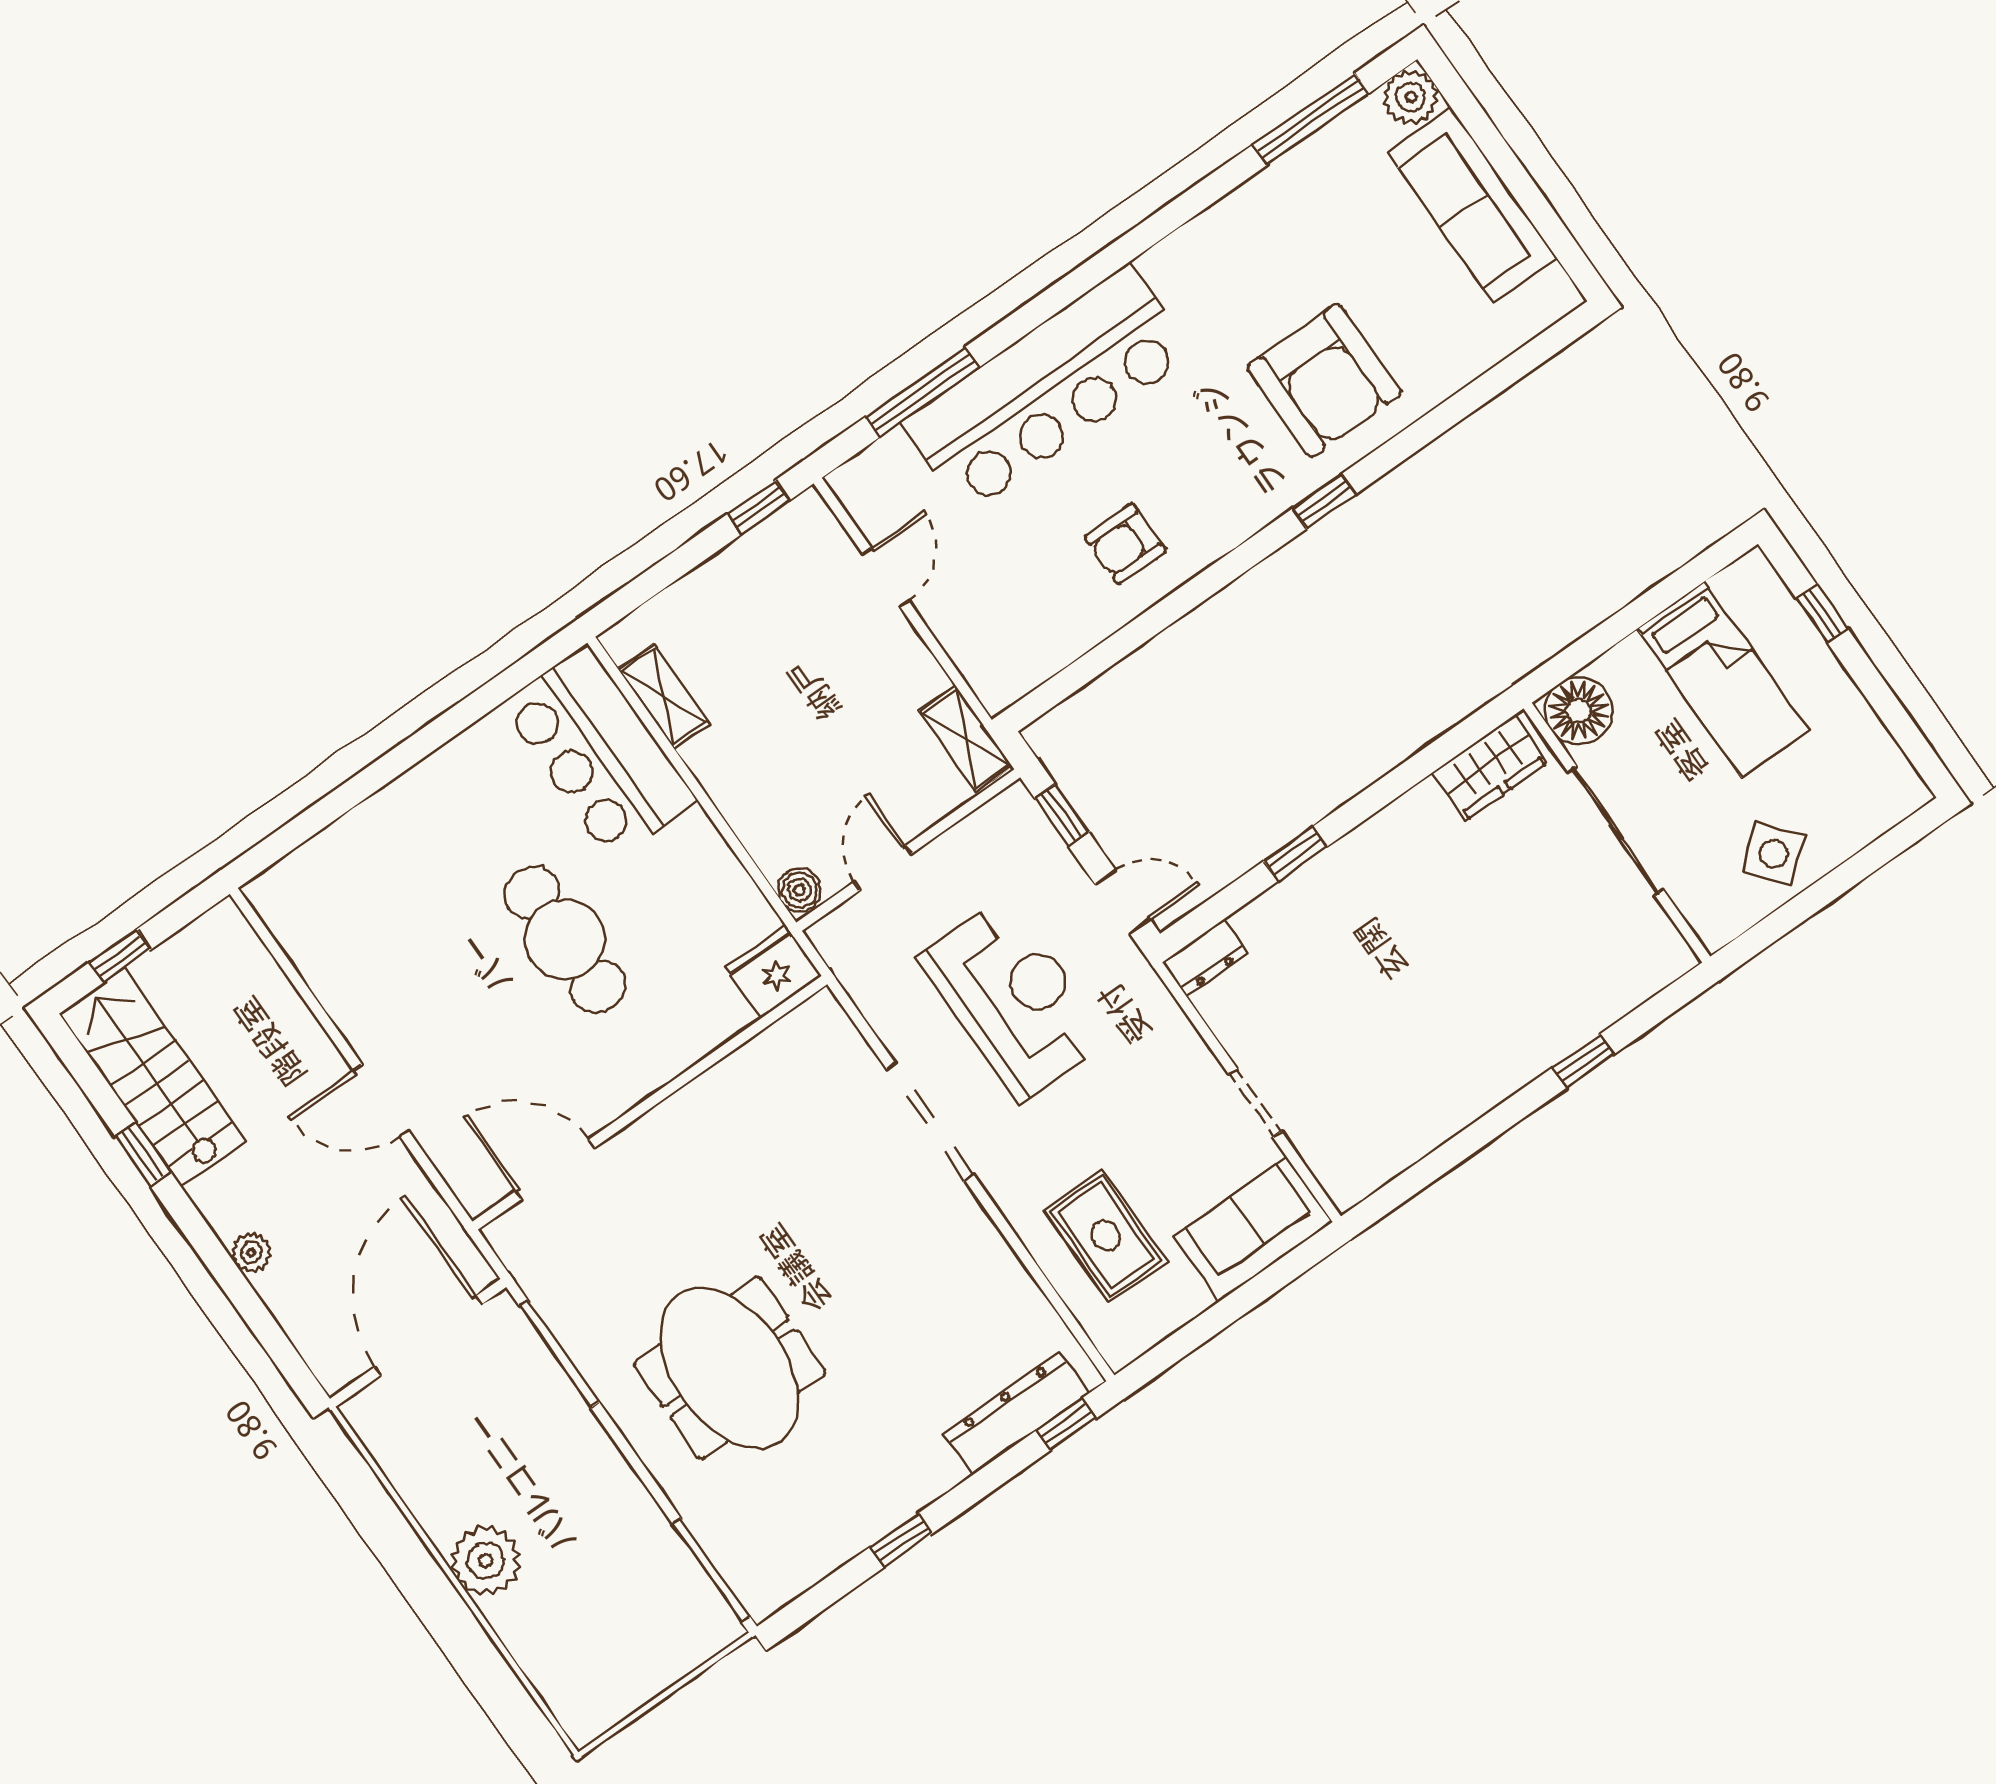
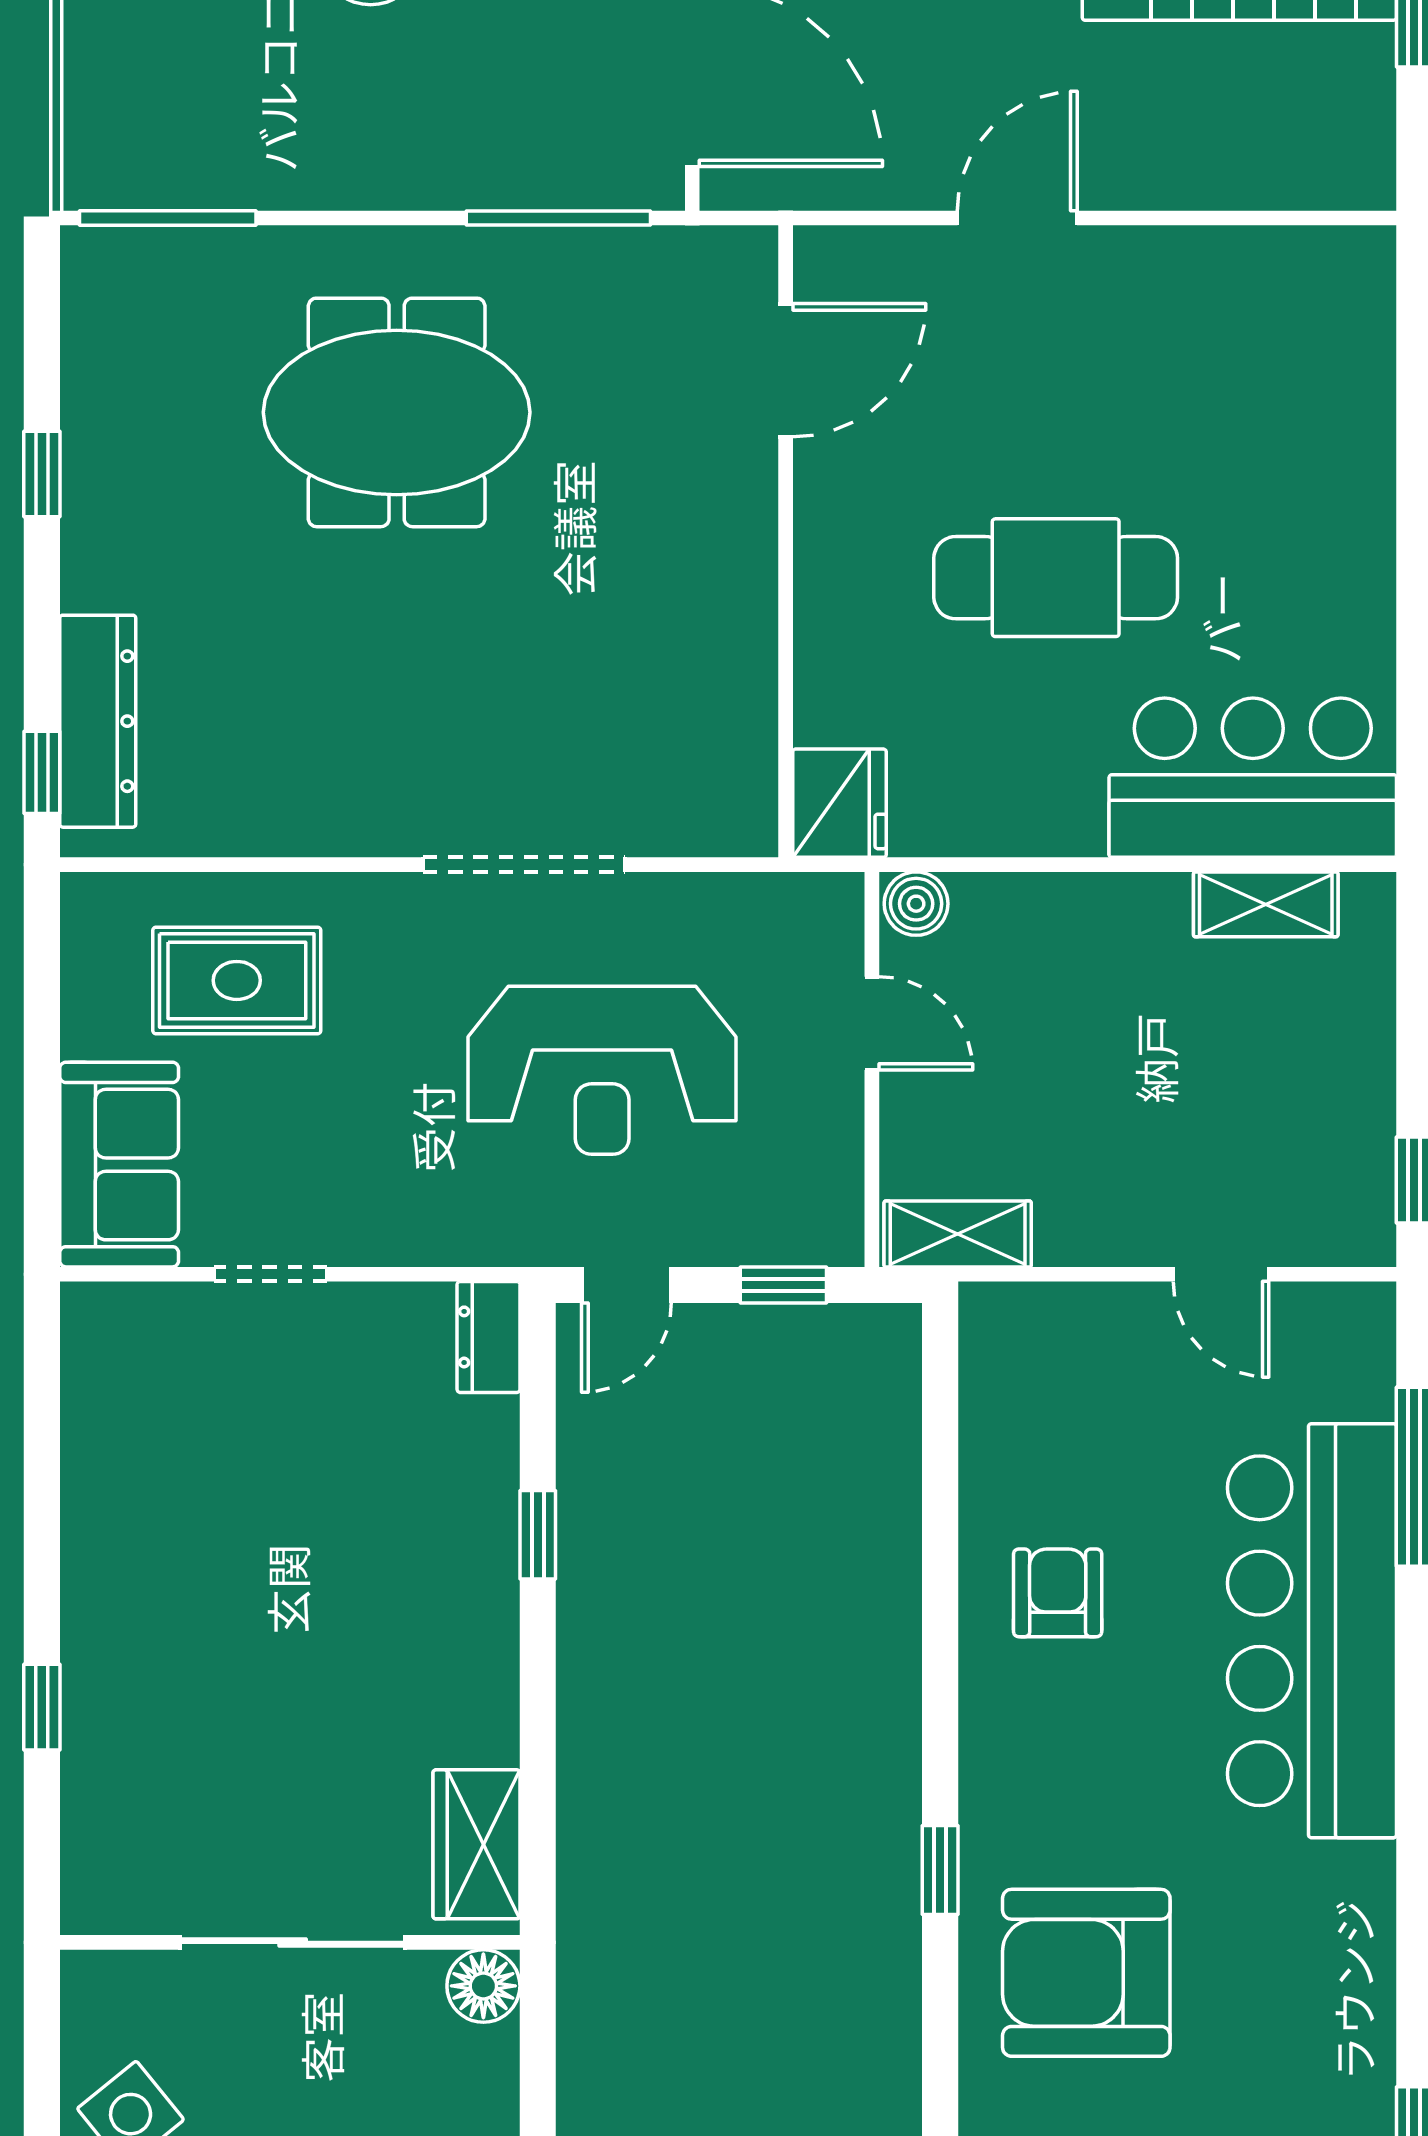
floor lamp: (1579, 711) -> (483, 1986), width x0.73, depth x0.73

